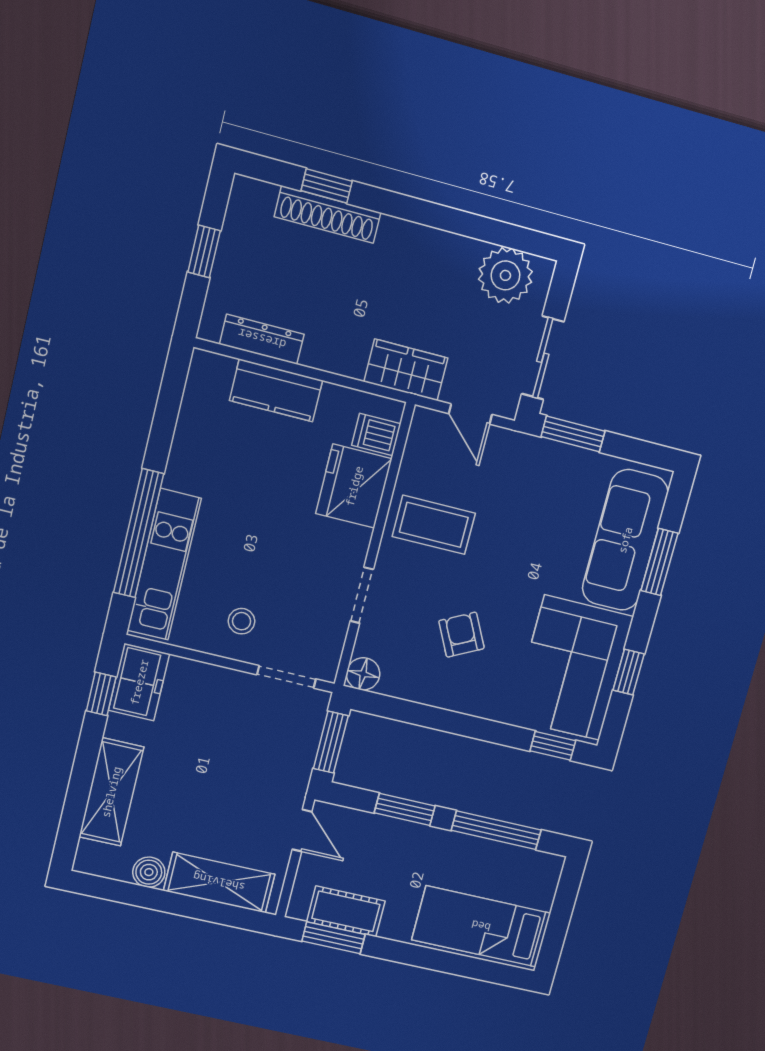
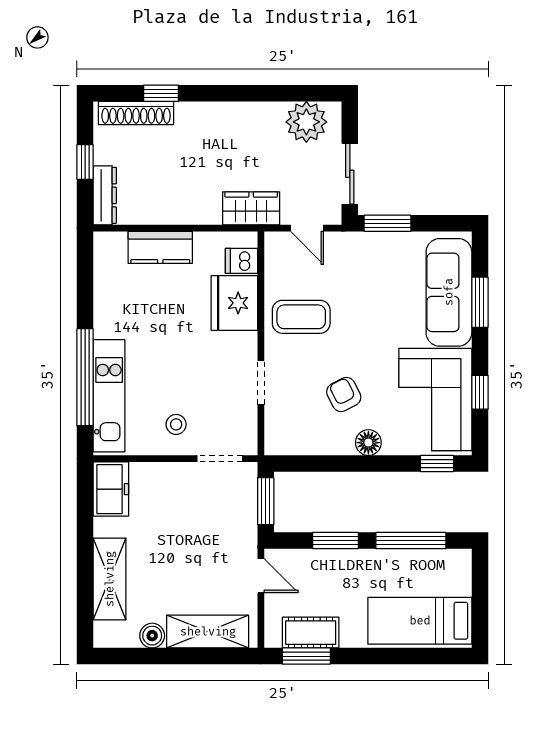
shoe rack: (328, 215) -> (136, 113), moved
dresser: (262, 339) -> (105, 195), moved, turned 90
floor lamp: (363, 674) -> (368, 443), moved
window: (101, 694) -> (85, 505), removed

